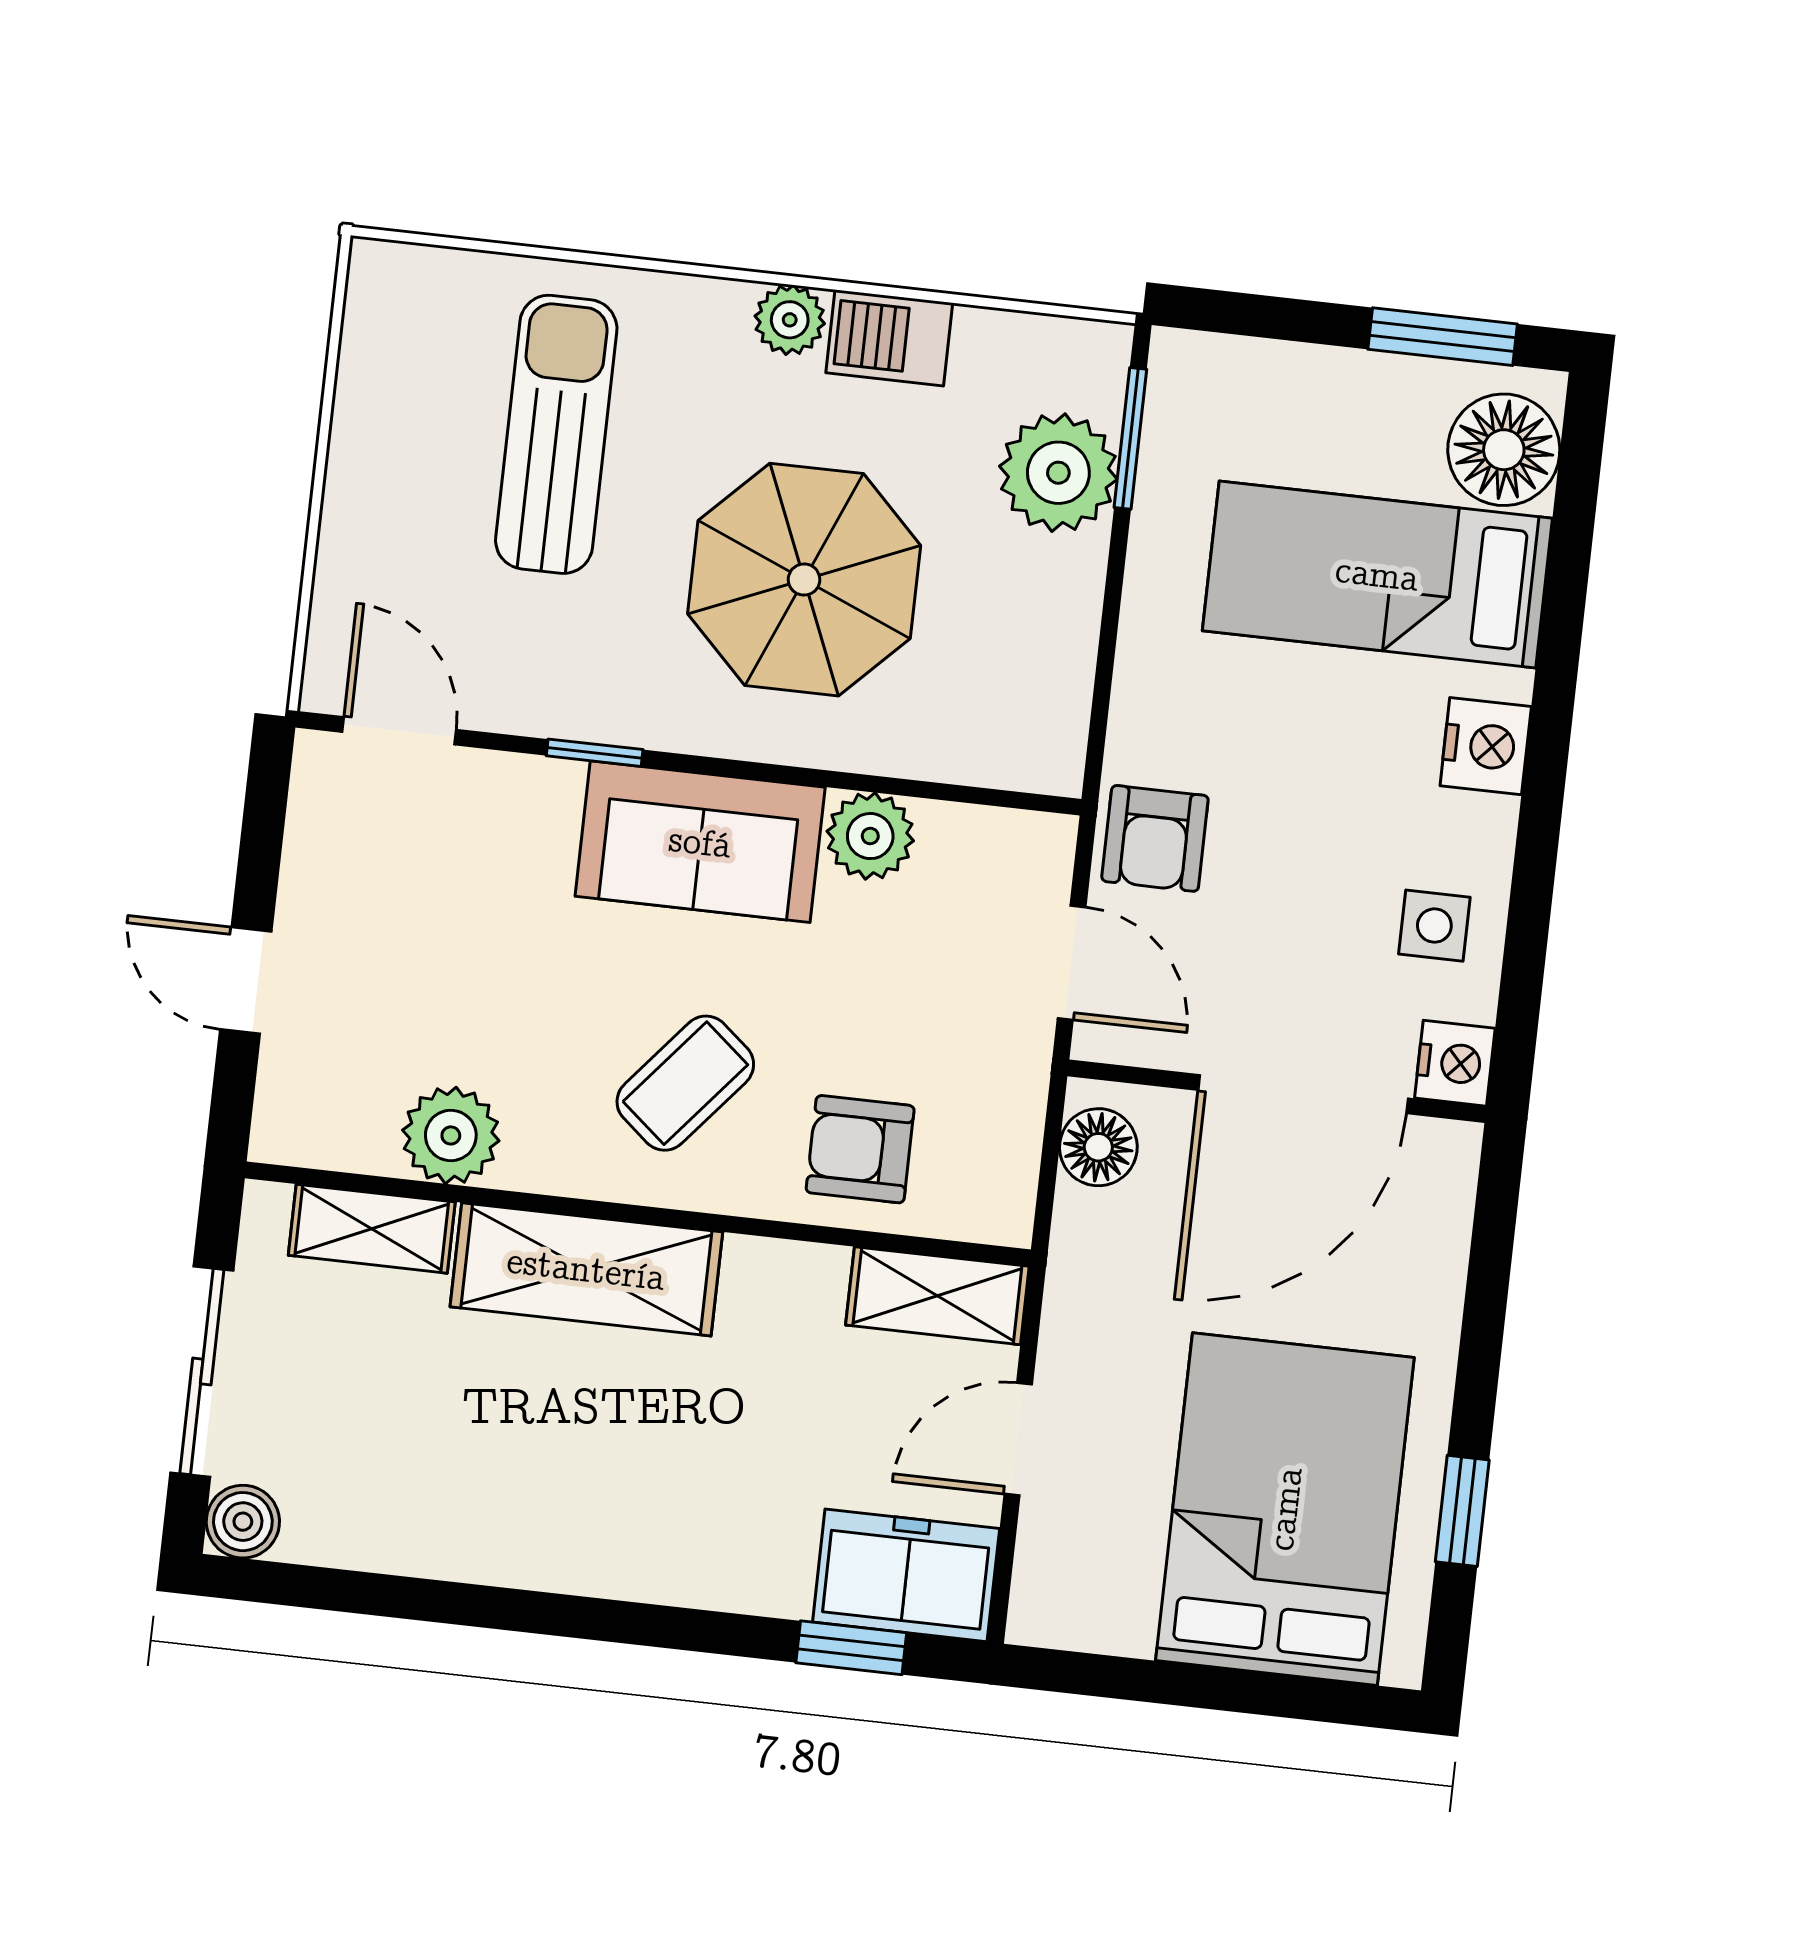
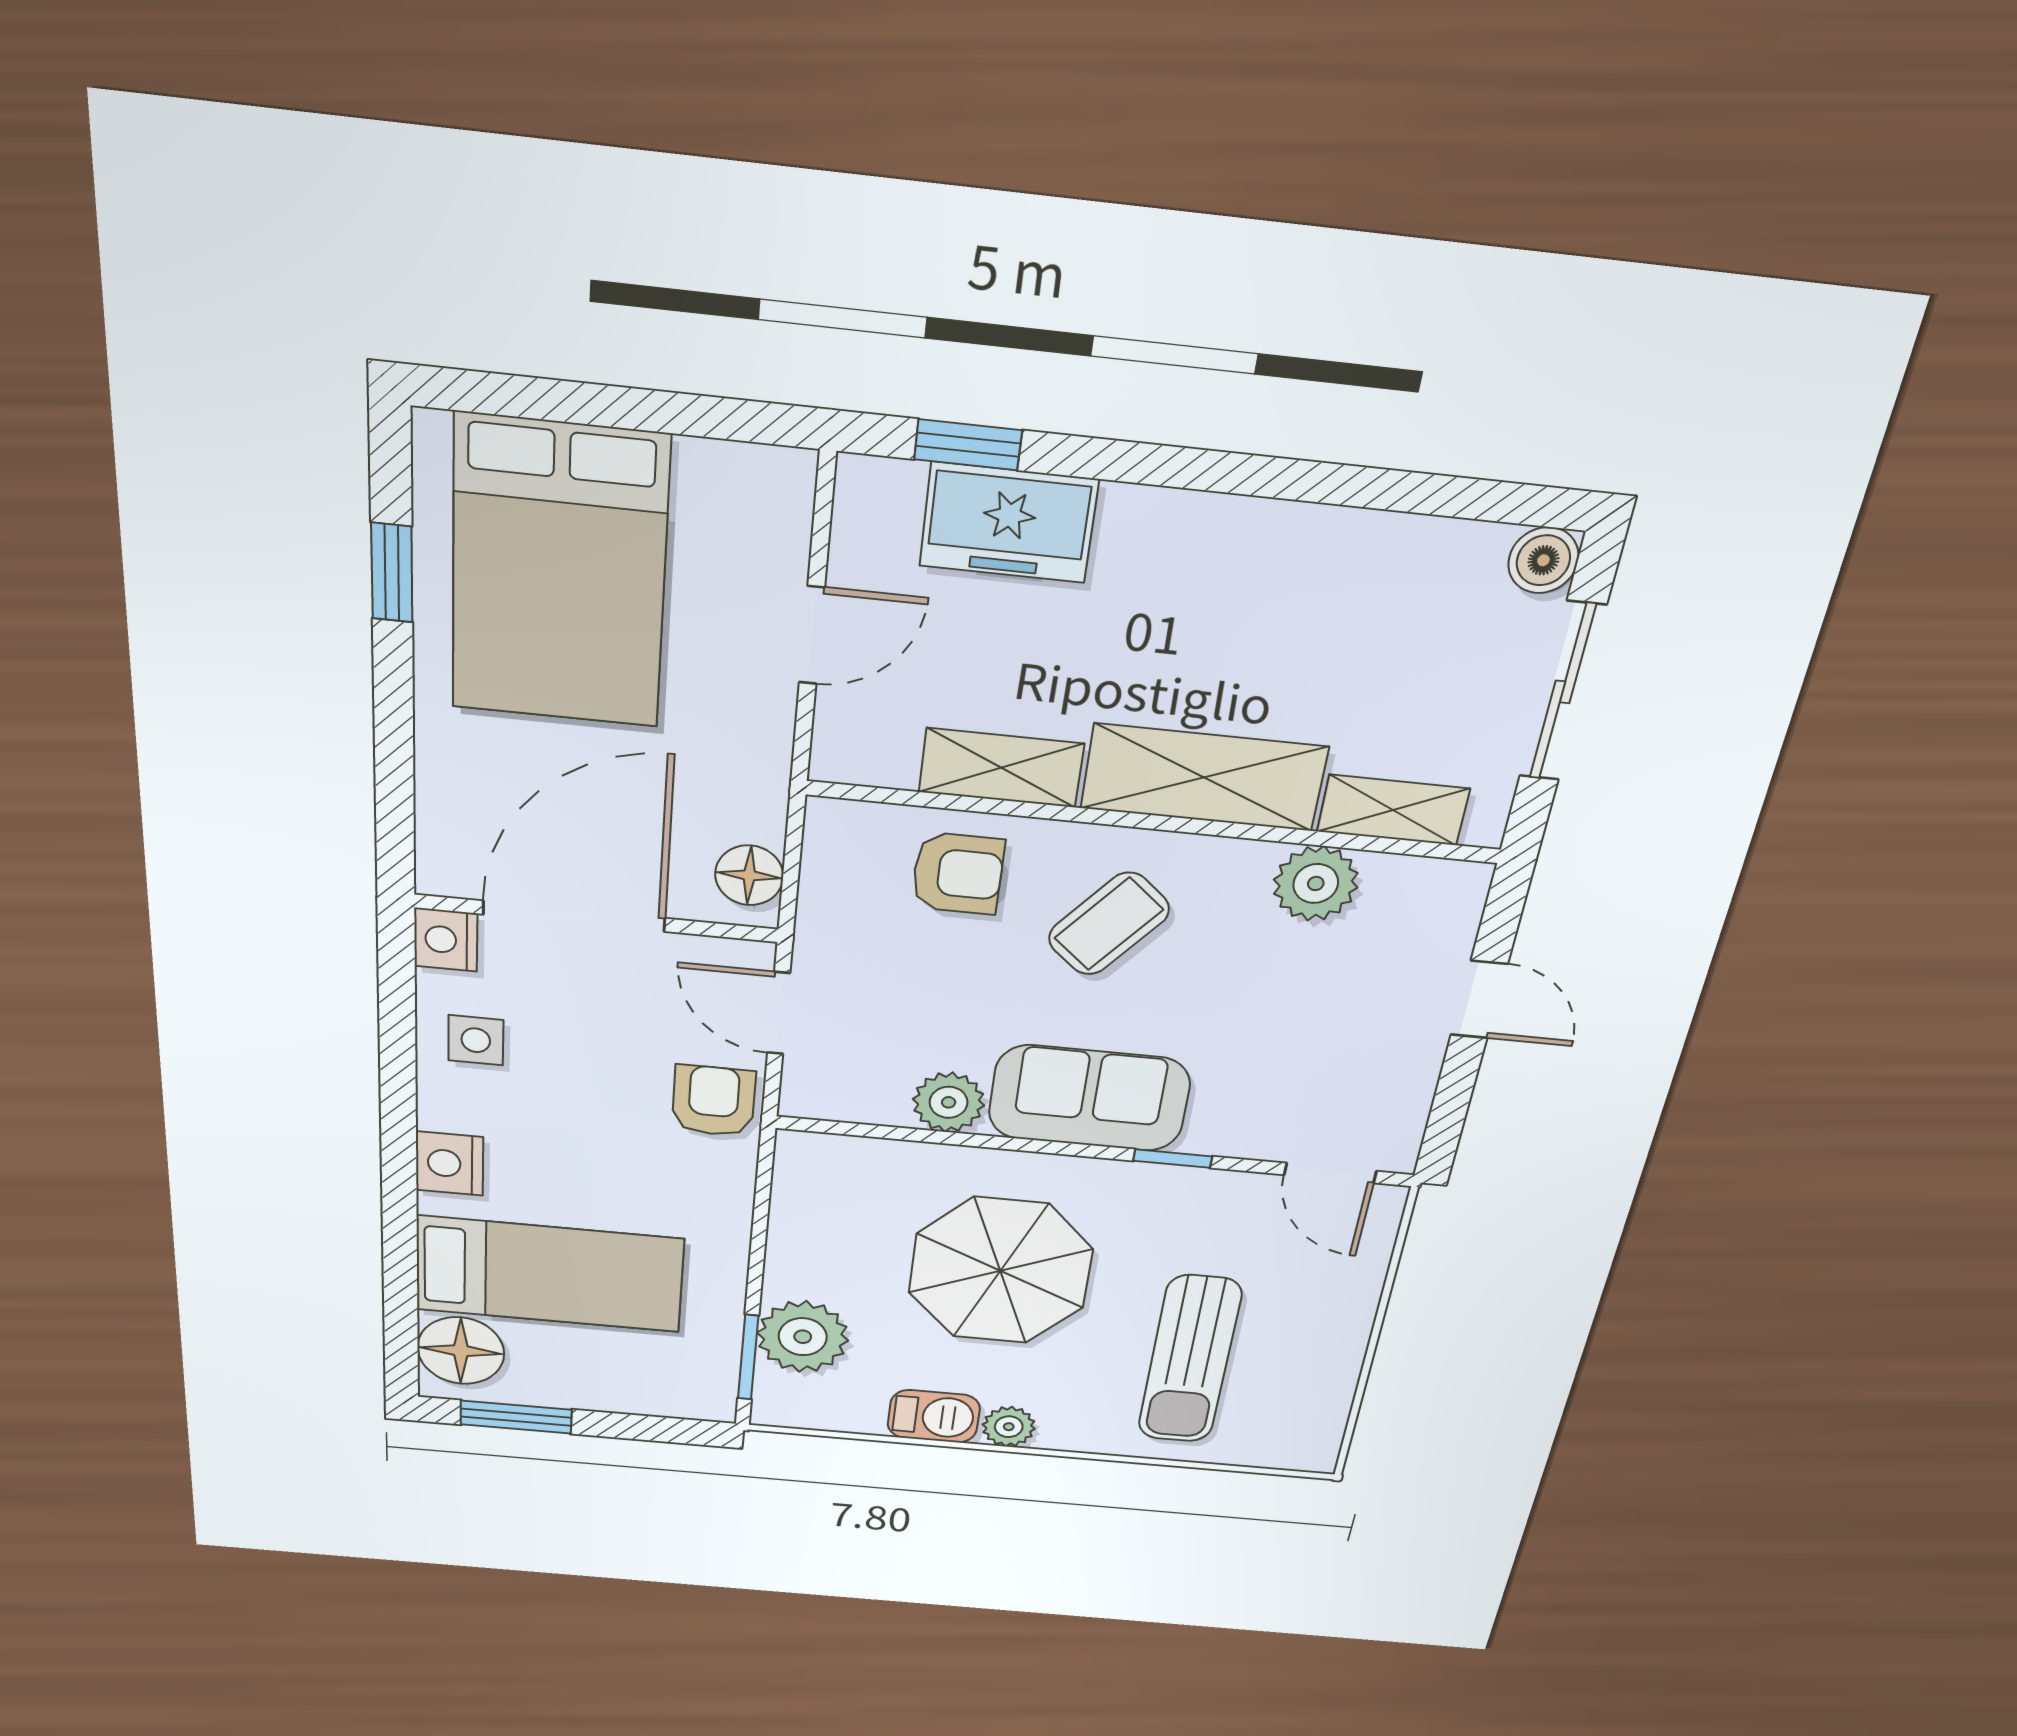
shelving: (937, 1296) -> (1001, 768), moved
freezer: (906, 1575) -> (1009, 523), moved

